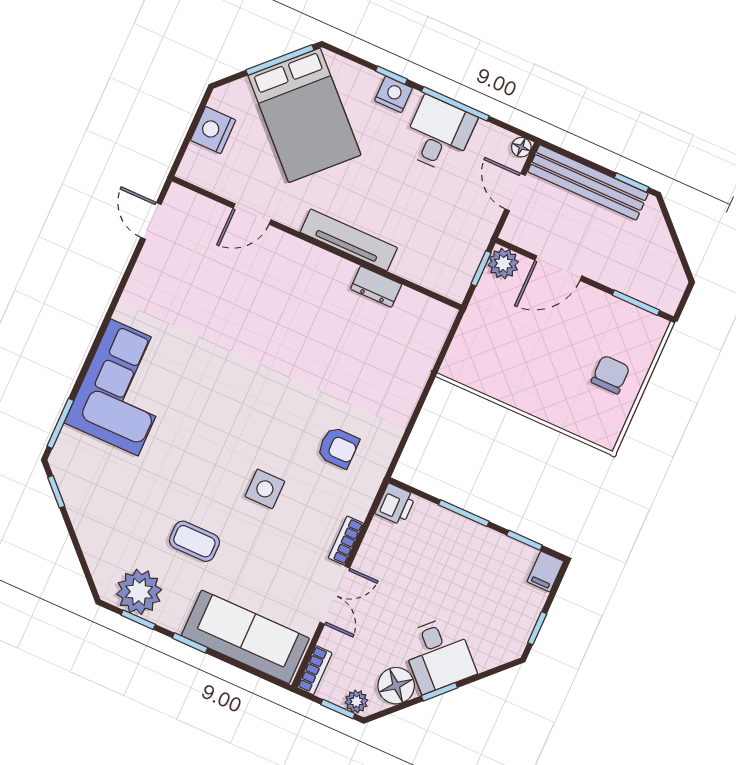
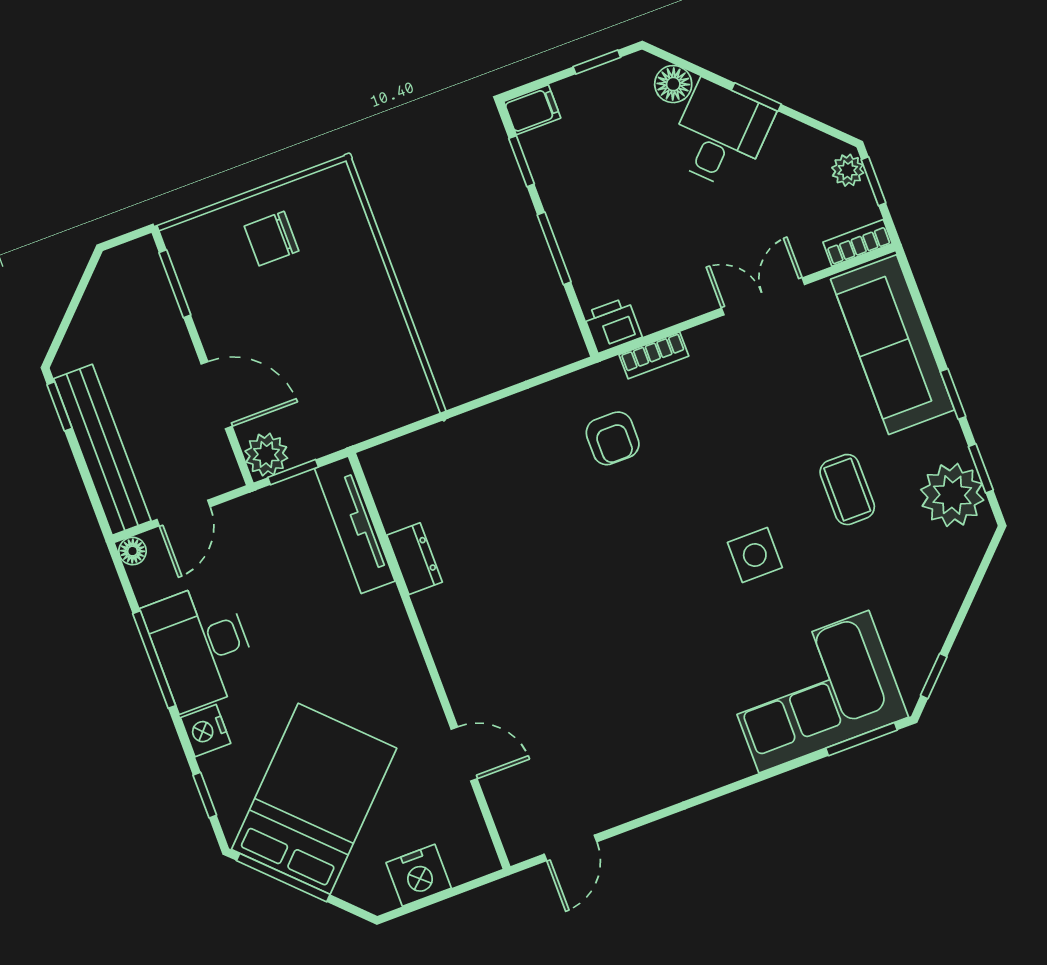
window: (391, 75) -> (205, 795), moved
desk: (439, 134) -> (201, 646), width x1.37
tv unit: (349, 240) -> (355, 525), moved
corner sofa: (124, 387) -> (814, 692), moved
armchair: (338, 448) -> (613, 438), turned 180
side table: (265, 489) -> (755, 555), moved
bookcase: (346, 541) -> (654, 355), moved
floor lamp: (396, 686) -> (673, 84), moved, width x0.73, depth x0.73

